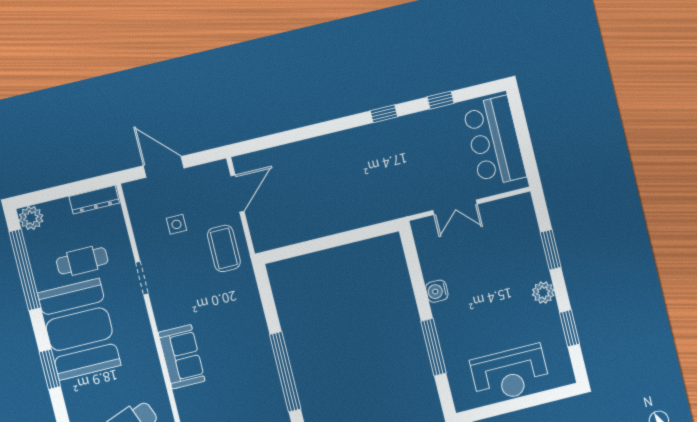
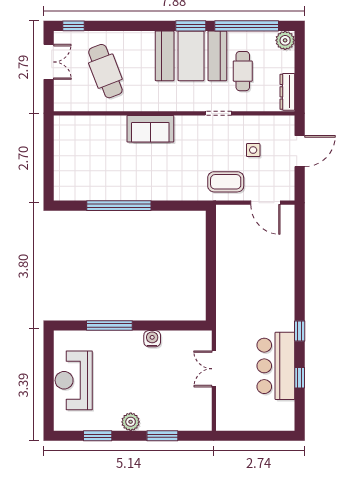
bar counter: (494, 141) -> (276, 366), moved, turned -90
window: (50, 369) -> (191, 26), moved

